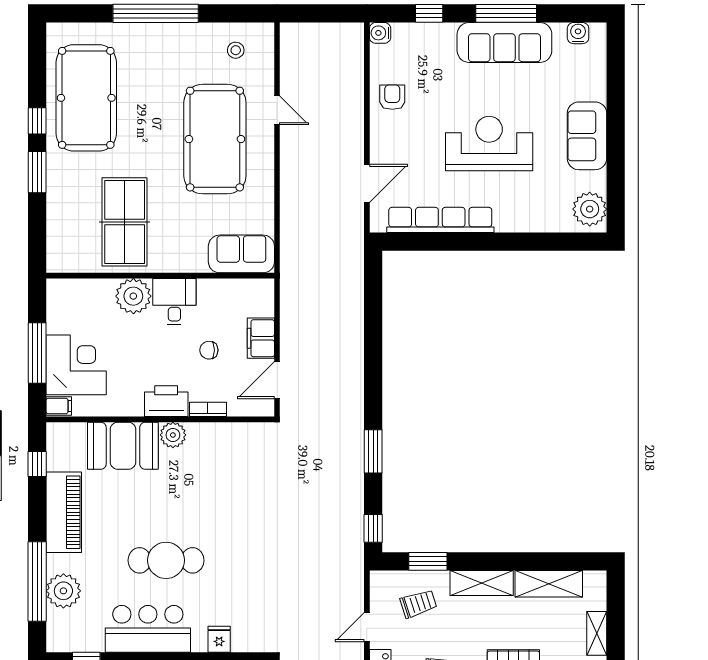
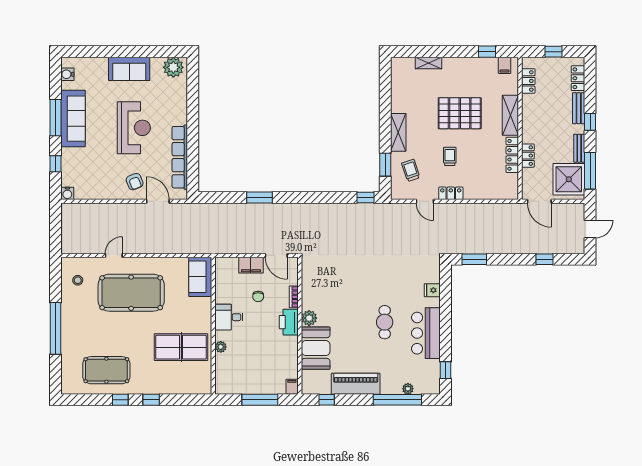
armchair: (392, 97) -> (135, 182), moved, turned -112
pool table: (86, 98) -> (106, 370), width x0.73, depth x0.76
reception desk: (489, 143) -> (134, 128), turned 180
window: (37, 172) -> (151, 400), width x0.67
plant: (133, 296) -> (221, 347), width x0.53, depth x0.53
corner desk: (76, 365) -> (267, 376), removed
window: (373, 451) -> (260, 198), moved
cafe table: (166, 560) -> (385, 322), width x0.73, depth x0.74
shelving: (549, 584) -> (399, 92), removed
plant: (63, 591) -> (408, 389), width x0.53, depth x0.53

